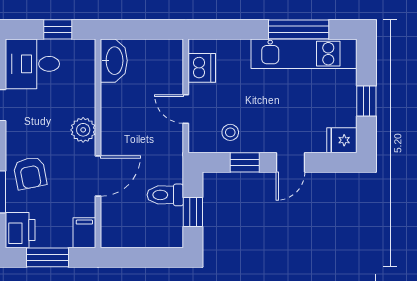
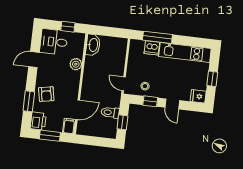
window: (299, 29) -> (157, 37), moved
dishwasher: (202, 68) -> (152, 48), moved, turned 90
door: (186, 109) -> (124, 84), moved
plant: (83, 130) -> (76, 64), moved
door: (291, 162) -> (172, 104), hinge flipped
door: (98, 176) -> (78, 110), moved

